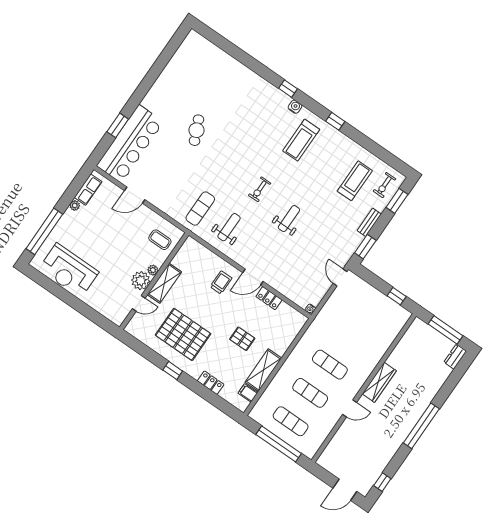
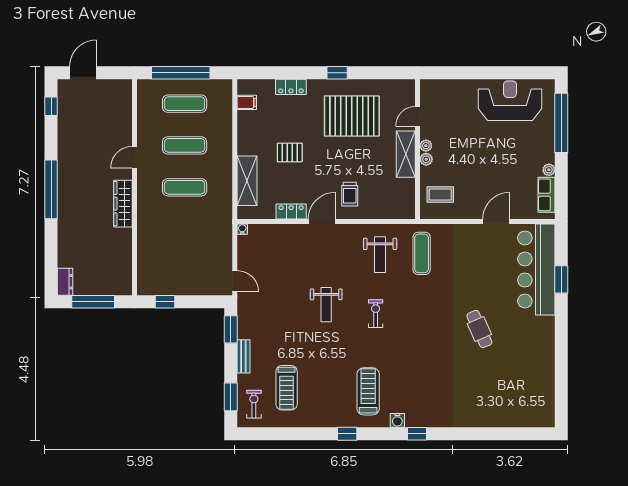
plant: (141, 281) -> (426, 146), width x0.53, depth x0.53
shelving: (263, 370) -> (247, 181), moved

